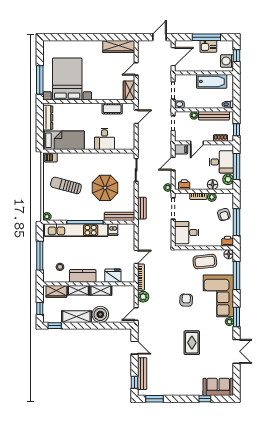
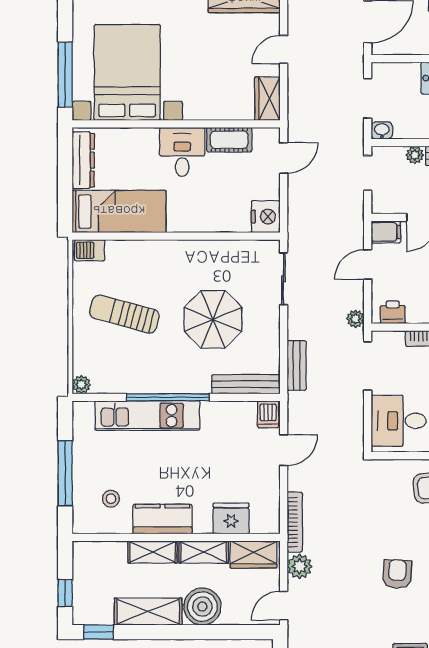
desk: (105, 139) -> (182, 152), moved, turned 180
nightstand: (128, 143) -> (266, 217), added
kitchen unit: (76, 230) -> (147, 416), width x0.73
dishwasher: (113, 230) -> (268, 414), moved
door: (136, 257) -> (284, 450), moved
wardrobe: (56, 291) -> (254, 555), moved

